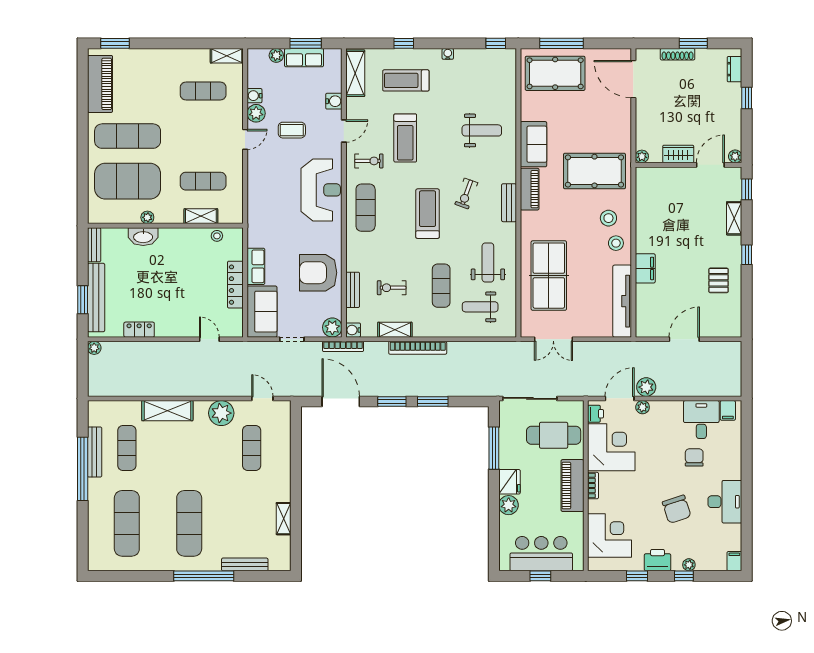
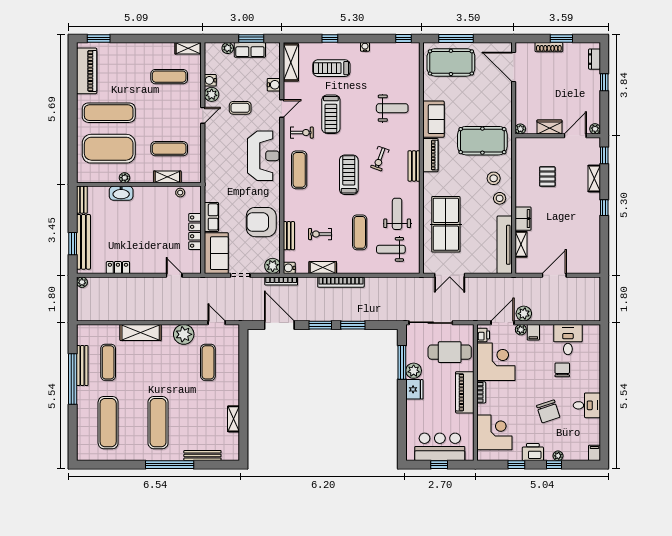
pallet: (719, 280) -> (547, 176), moved
shelving: (643, 301) -> (521, 244), added
filing cabinet: (728, 410) -> (533, 332), moved
desk: (725, 502) -> (587, 405), width x0.73
plant: (509, 505) -> (414, 371), moved

